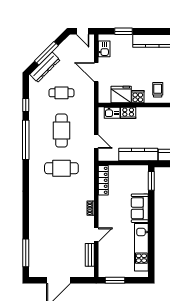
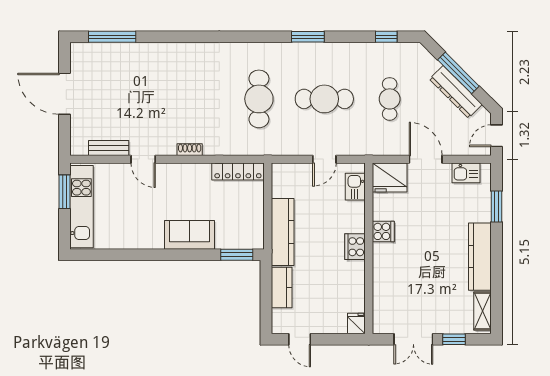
dresser: (45, 67) -> (456, 92), moved
door: (96, 72) -> (426, 159), hinge flipped
trolley: (158, 90) -> (395, 266), removed
fridge: (121, 94) -> (390, 177), moved, turned 90
window: (26, 105) -> (386, 37), moved
cooker: (128, 113) -> (355, 247), moved
window: (26, 140) -> (308, 37), width x0.47
door: (96, 142) -> (324, 159), moved
kitchen unit: (141, 247) -> (81, 207), moved, turned 90

